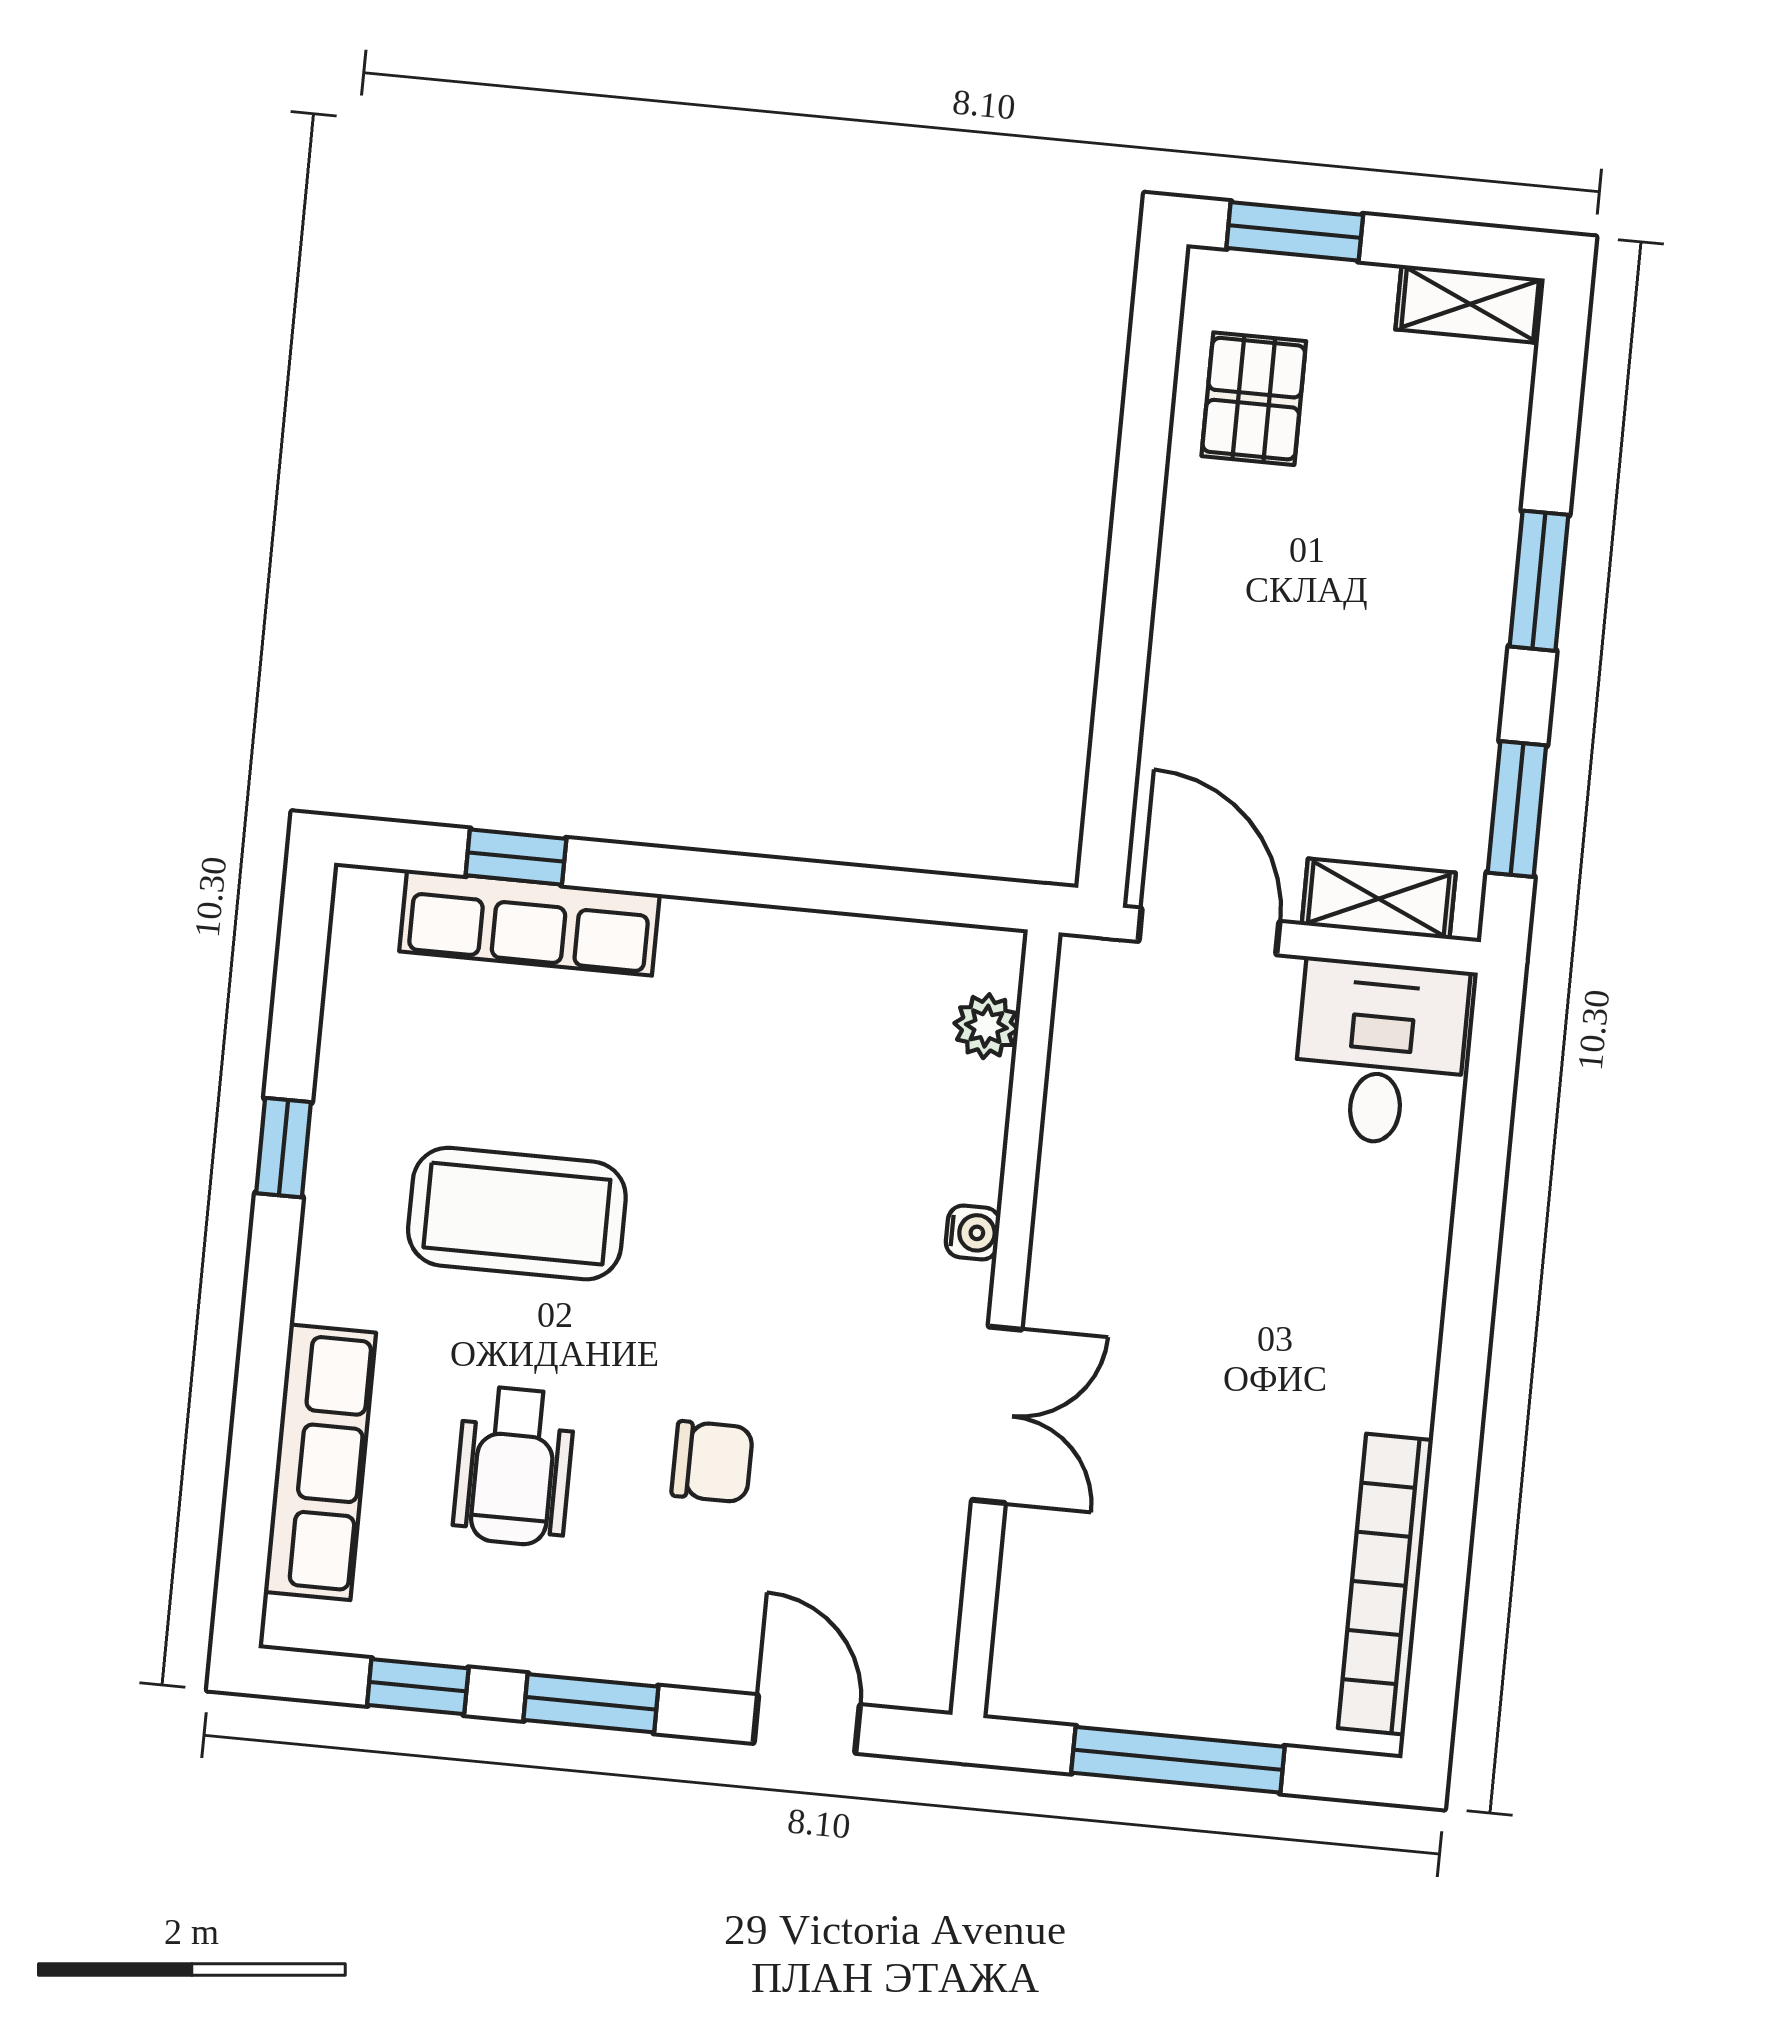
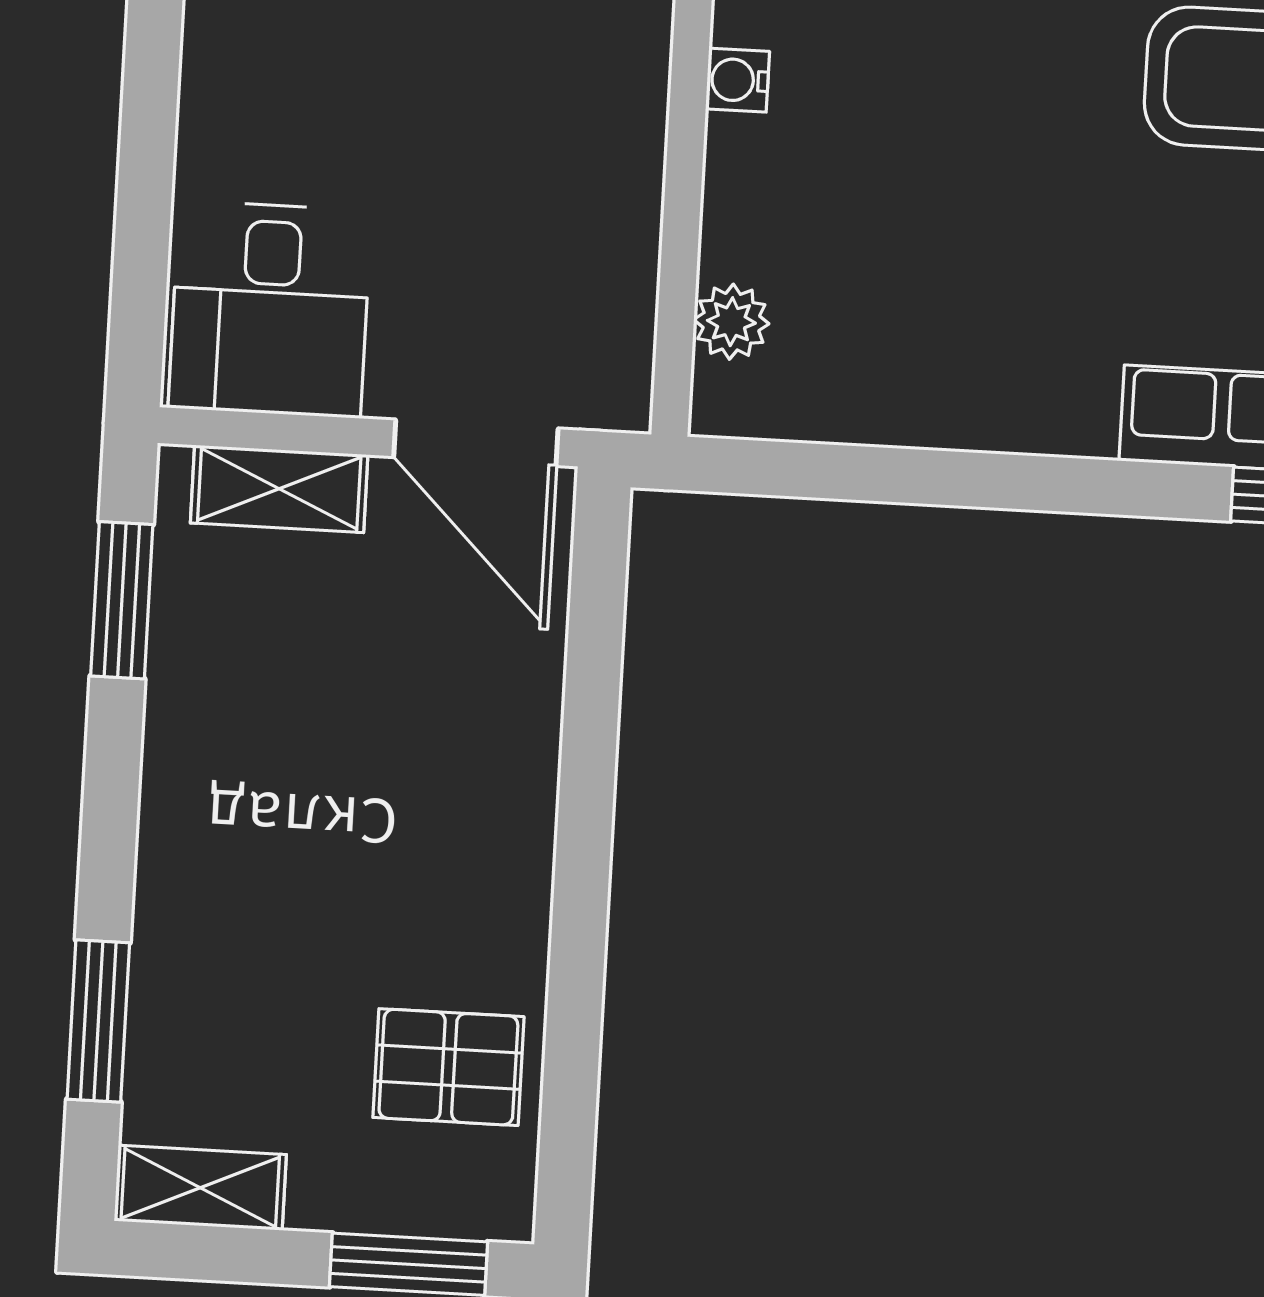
pallet: (1254, 399) -> (448, 1067), turned 90
window: (1539, 581) -> (98, 1021), moved

